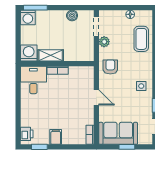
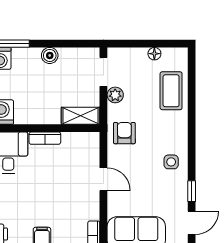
boiler: (72, 16) -> (50, 55), moved
shelving: (51, 55) -> (80, 116), moved

